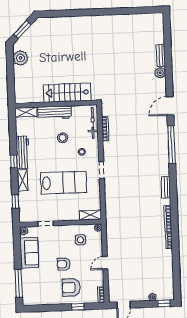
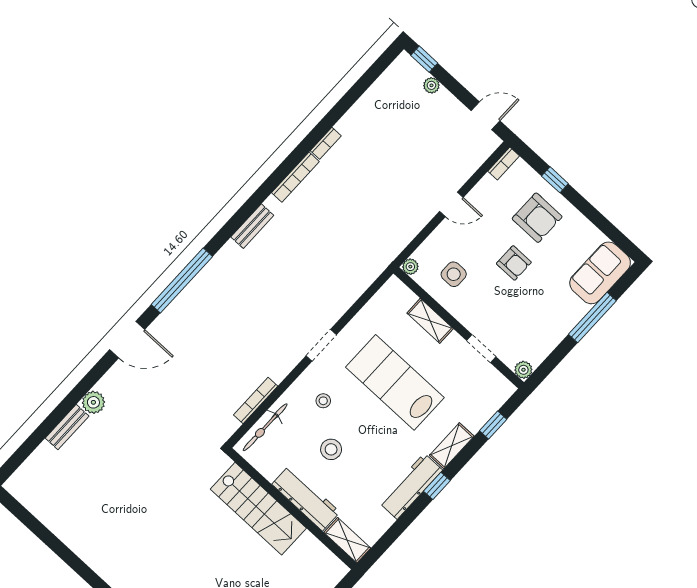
shelving: (90, 215) -> (430, 321), moved
sofa: (29, 253) -> (600, 273), moved
window: (19, 283) -> (592, 317), moved

